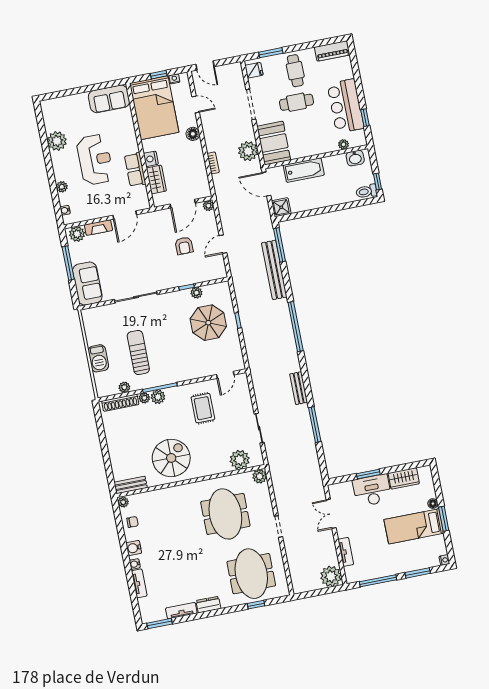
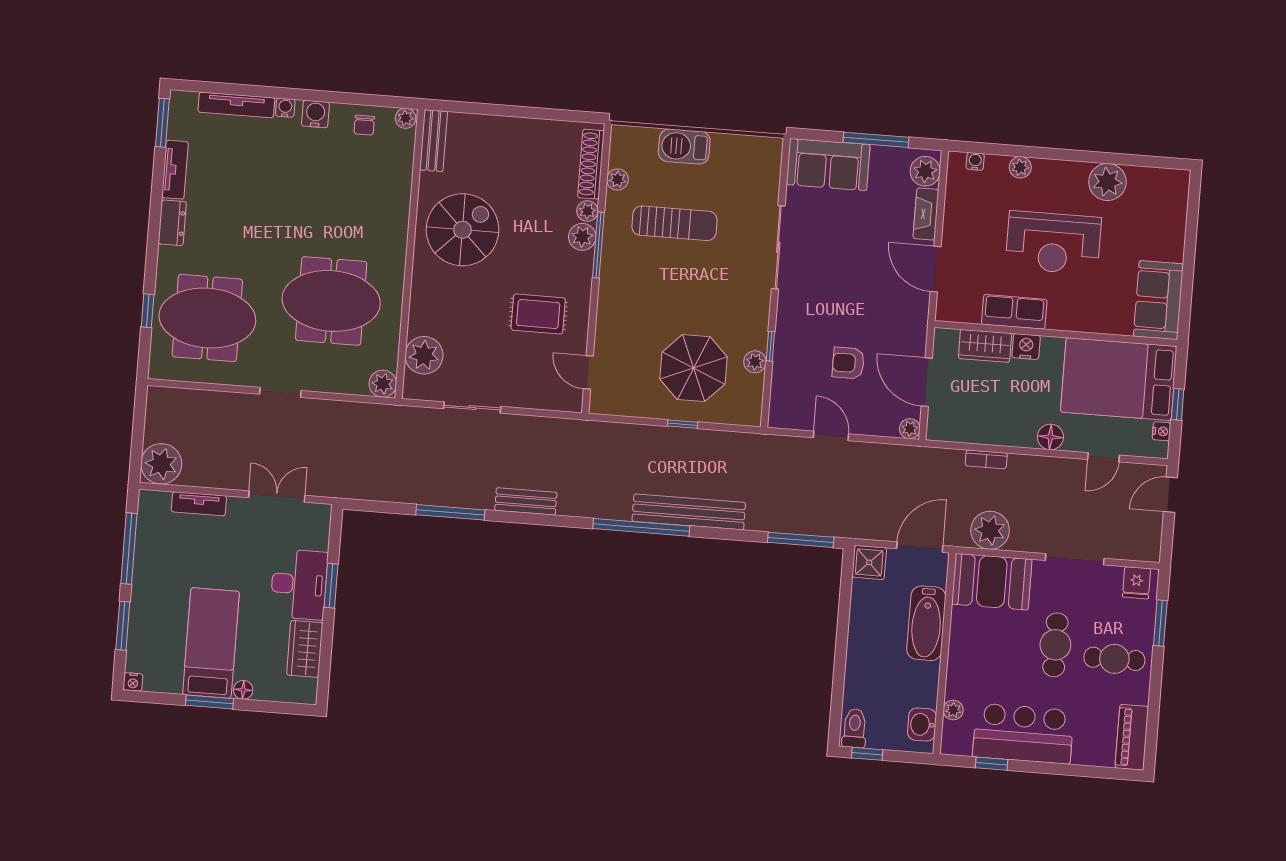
bench: (274, 270) -> (689, 512), moved
spiral stairs: (171, 458) -> (462, 230), turned -90
tv unit: (139, 583) -> (236, 105), width x1.41

